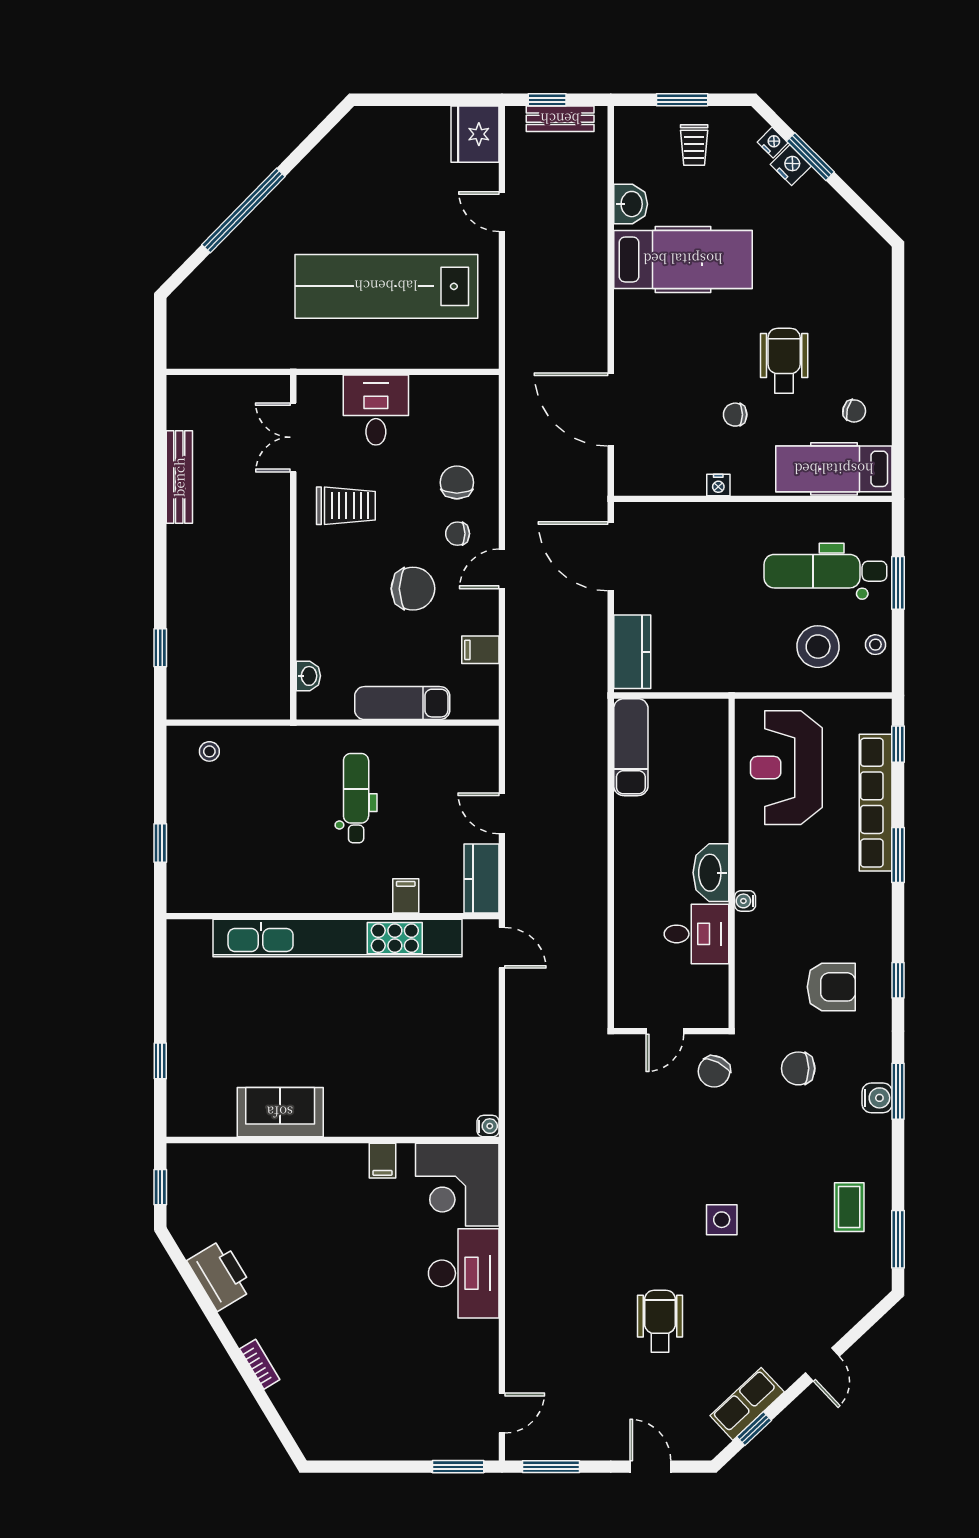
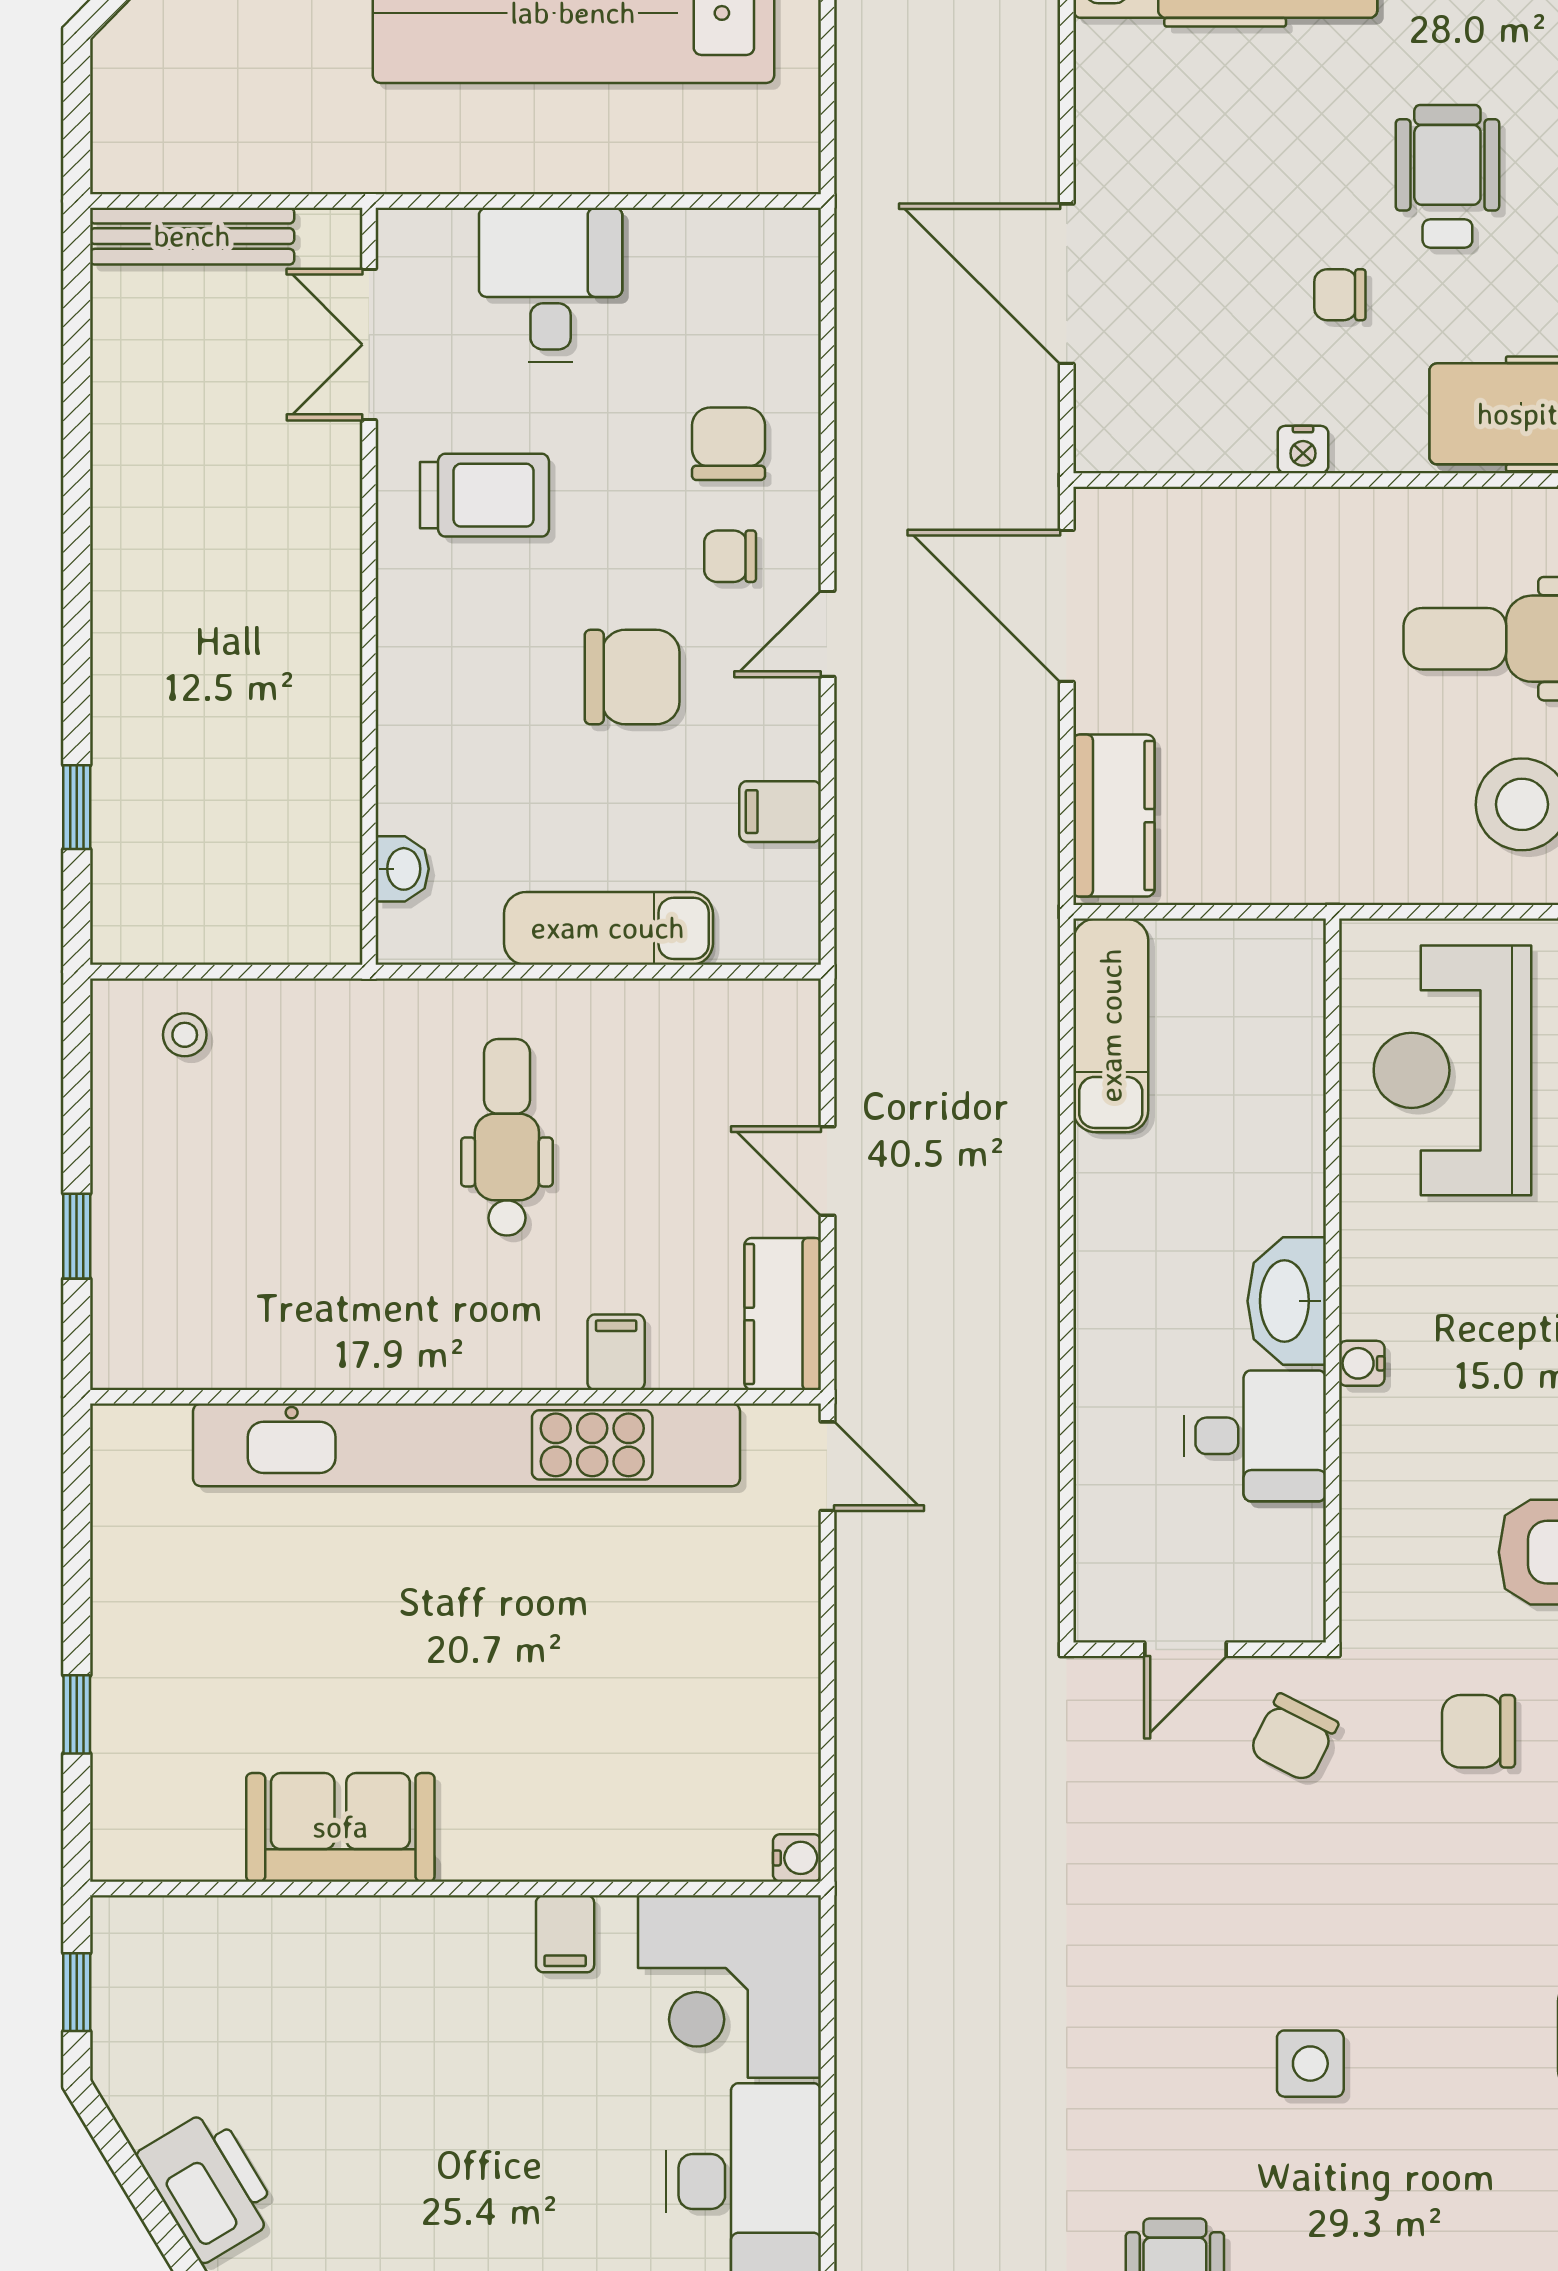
bench: (179, 477) -> (192, 236), moved, turned 90

